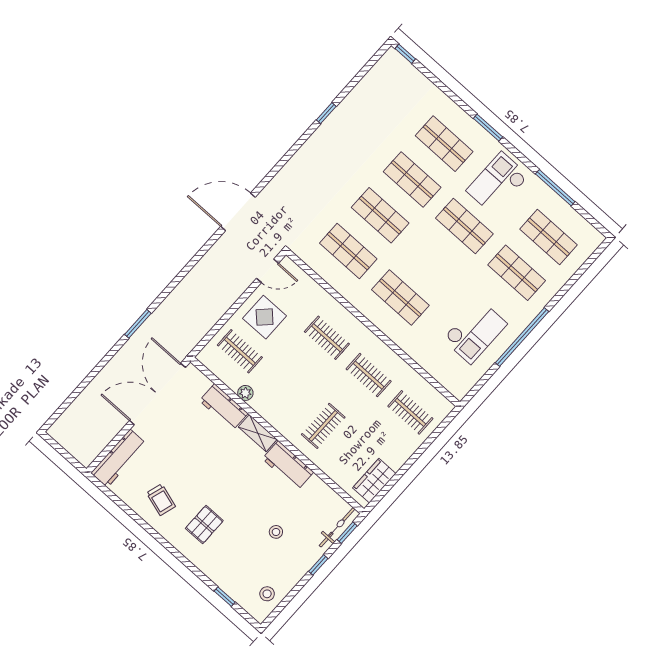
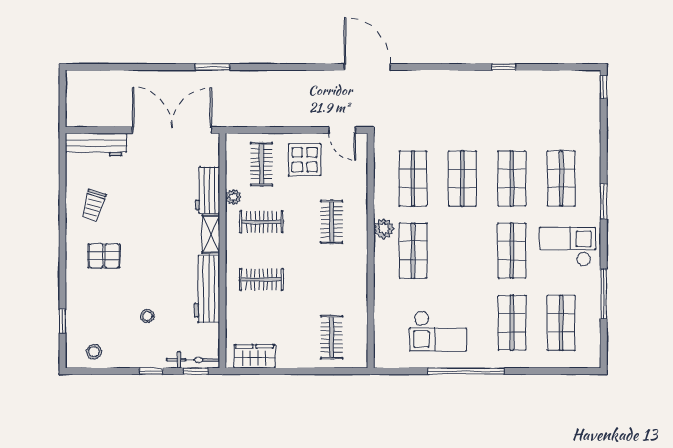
plant: (366, 304) -> (384, 229), added
clothes rail: (369, 375) -> (261, 222), moved, turned 90
workbench: (288, 465) -> (207, 289), width x1.38

